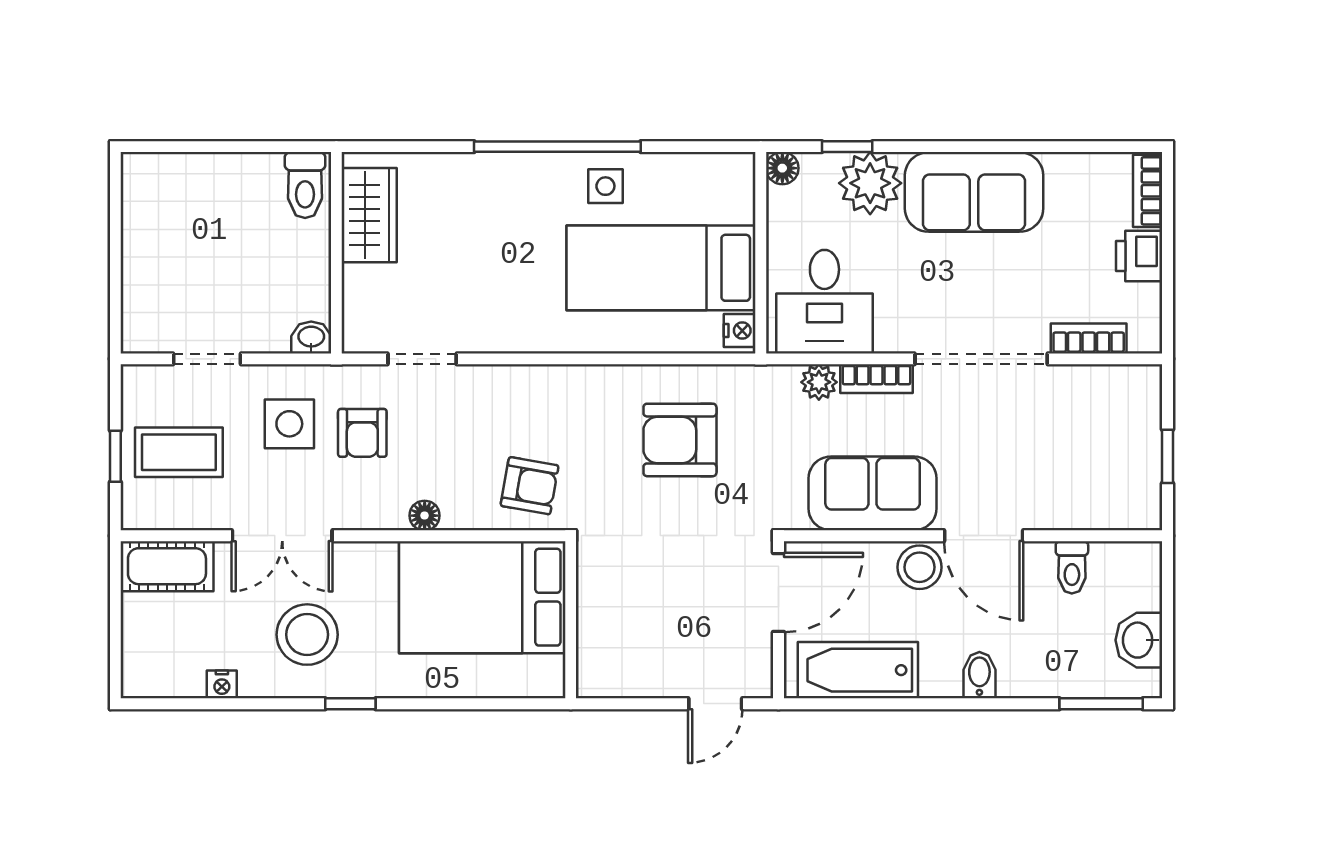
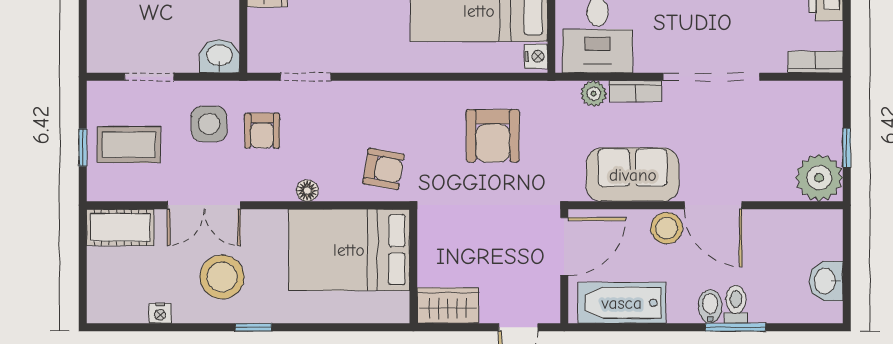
washbasin: (311, 338) -> (219, 56), width x1.38, depth x1.45
bookcase: (1089, 338) -> (815, 62), moved
armchair: (680, 440) -> (493, 136), turned -90
plant: (1130, 498) -> (819, 178), added
toilet: (1072, 567) -> (736, 304), moved, turned 180
wardrobe: (618, 674) -> (448, 306), added
window: (1101, 704) -> (735, 327), moved

